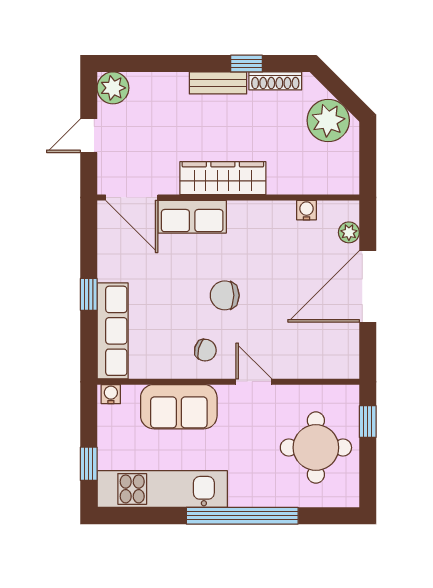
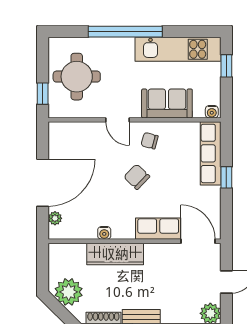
wardrobe: (223, 178) -> (115, 254), moved
water cooler: (306, 210) -> (104, 233), moved
chair: (225, 295) -> (137, 177), turned -136

